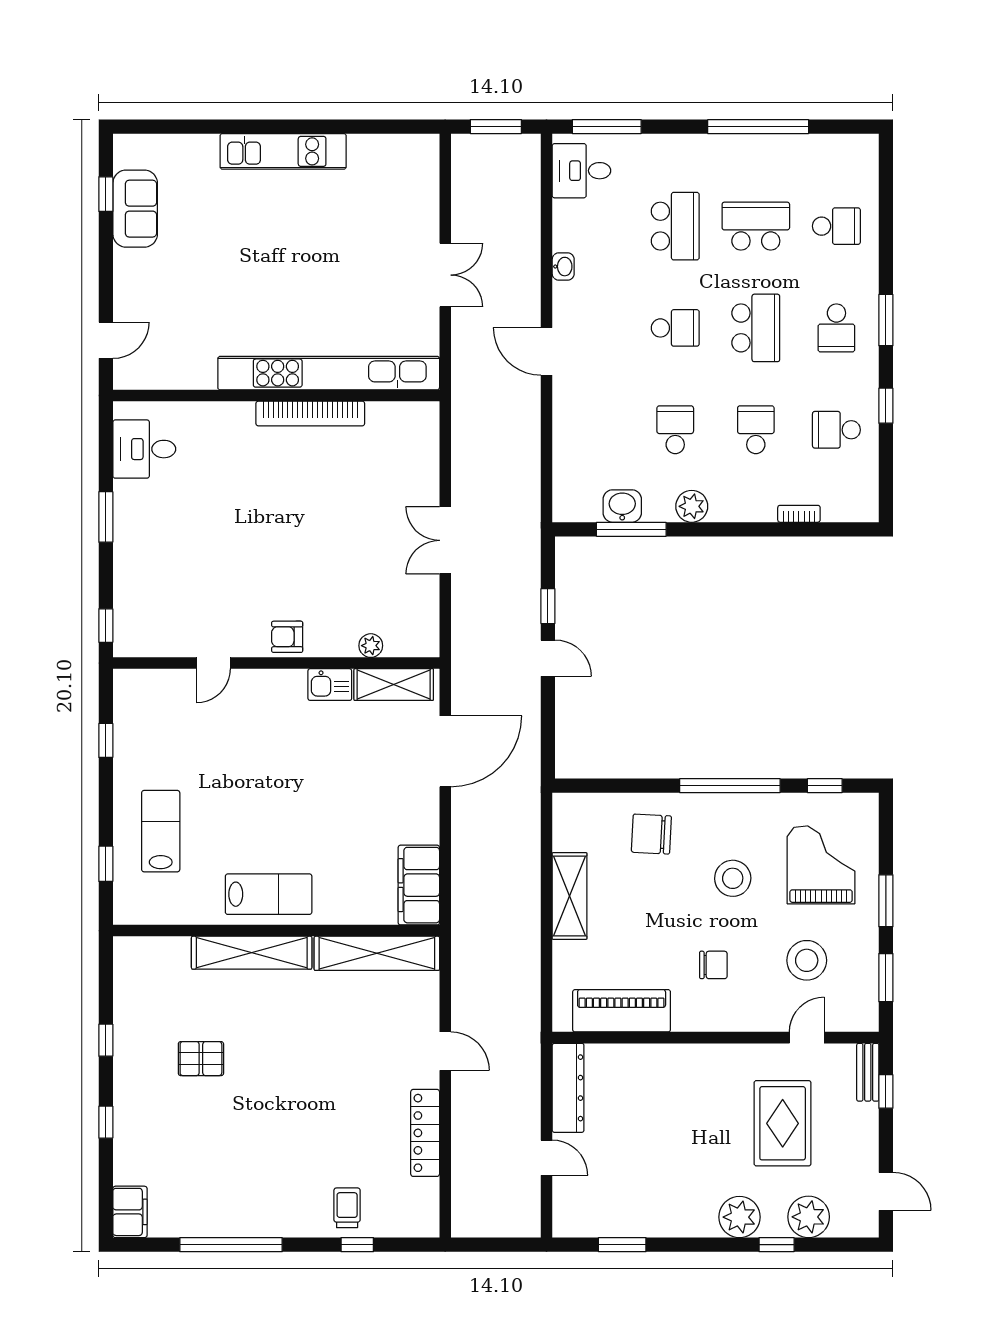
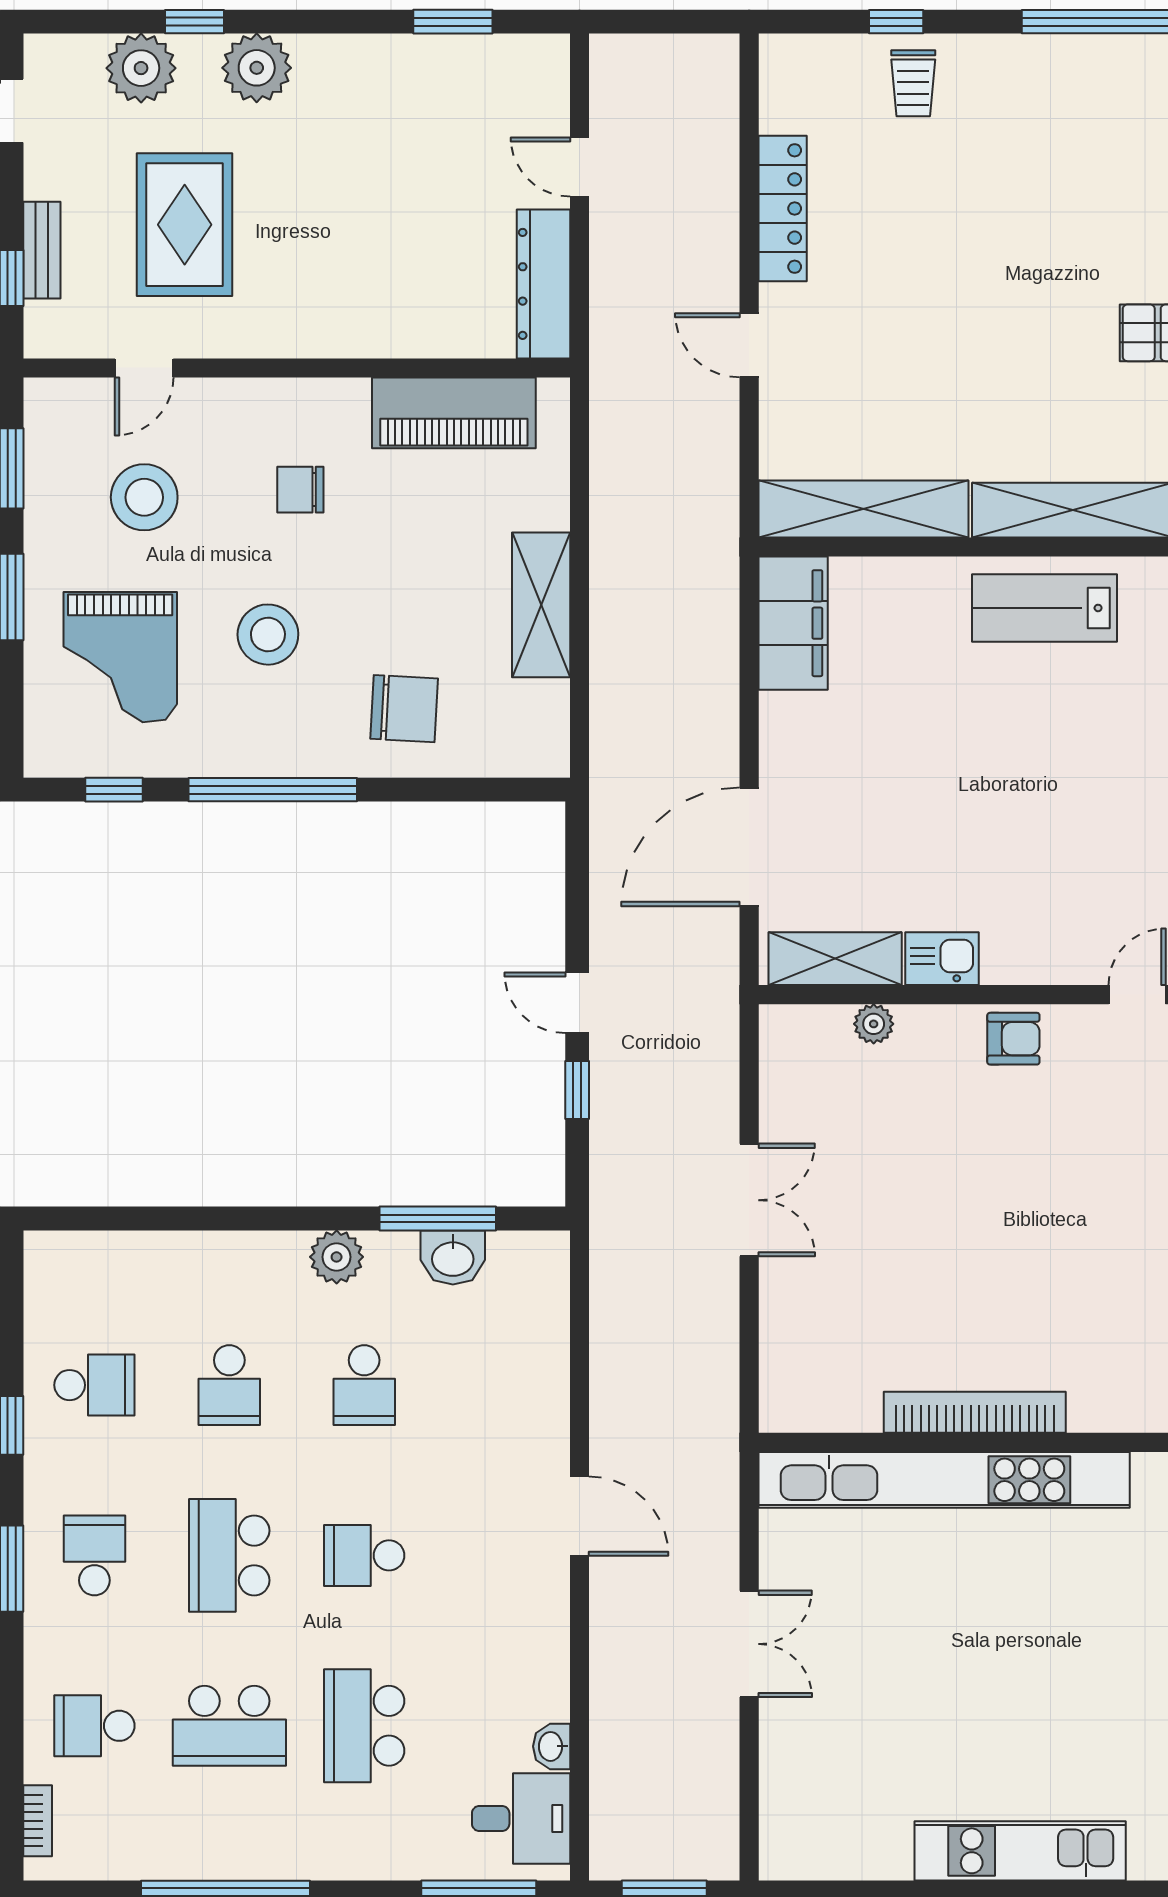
washbasin: (563, 267) -> (552, 1746), moved
double door: (445, 275) -> (749, 1644), swing flipped
bookcase: (799, 514) -> (38, 1821), moved, turned -90
bench: (868, 1072) -> (42, 250), moved

